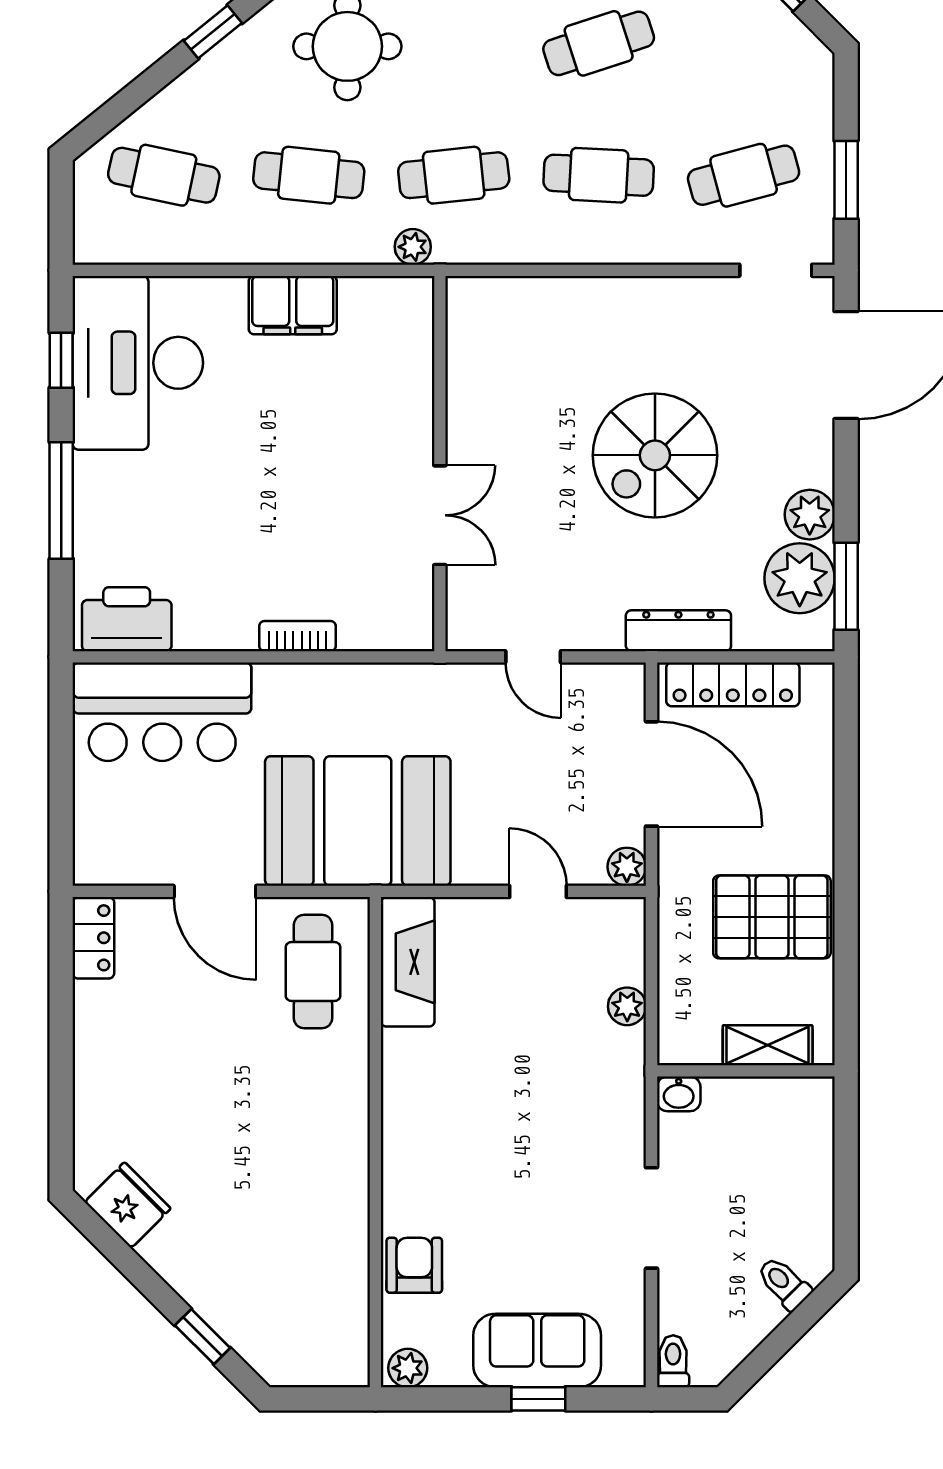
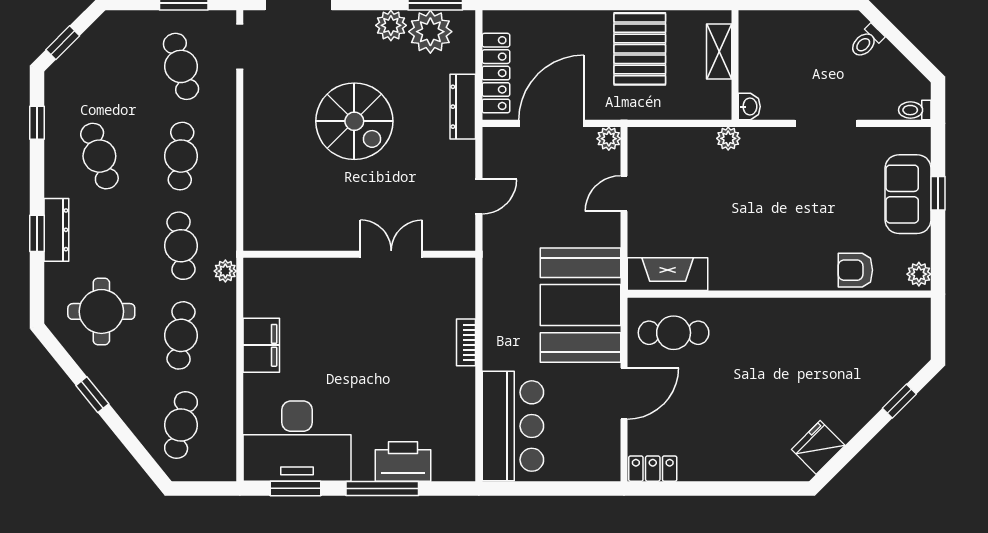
window: (61, 360) -> (295, 488), width x1.50
printer: (127, 619) -> (403, 462), moved, turned 90
plant: (627, 1006) -> (728, 138), moved

